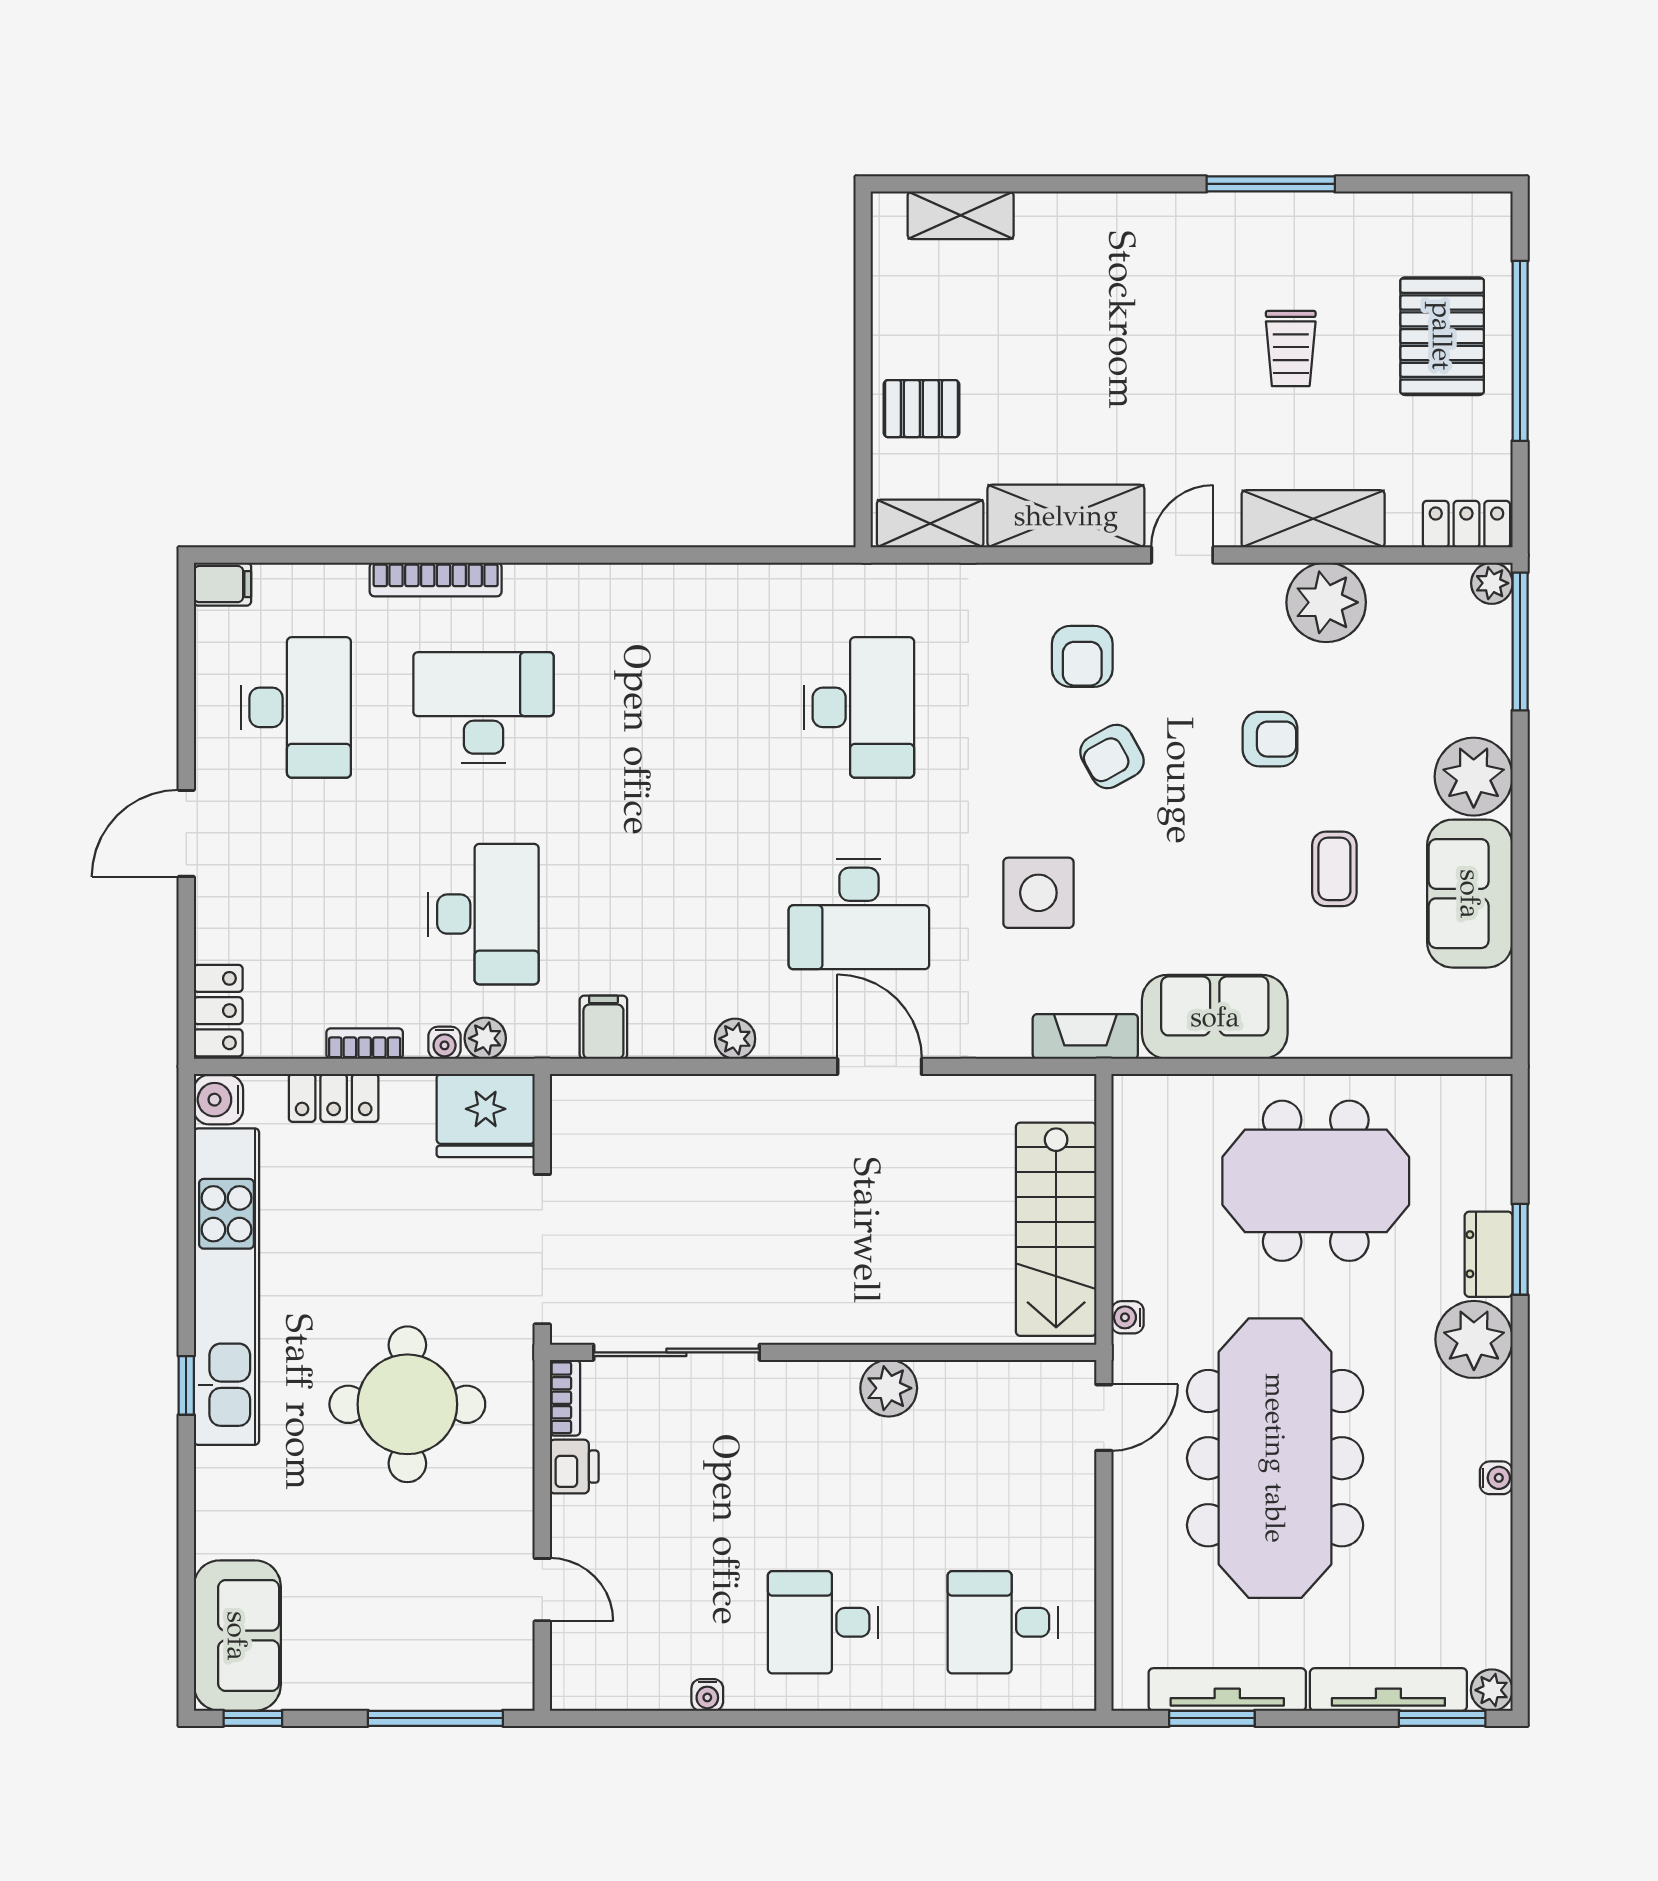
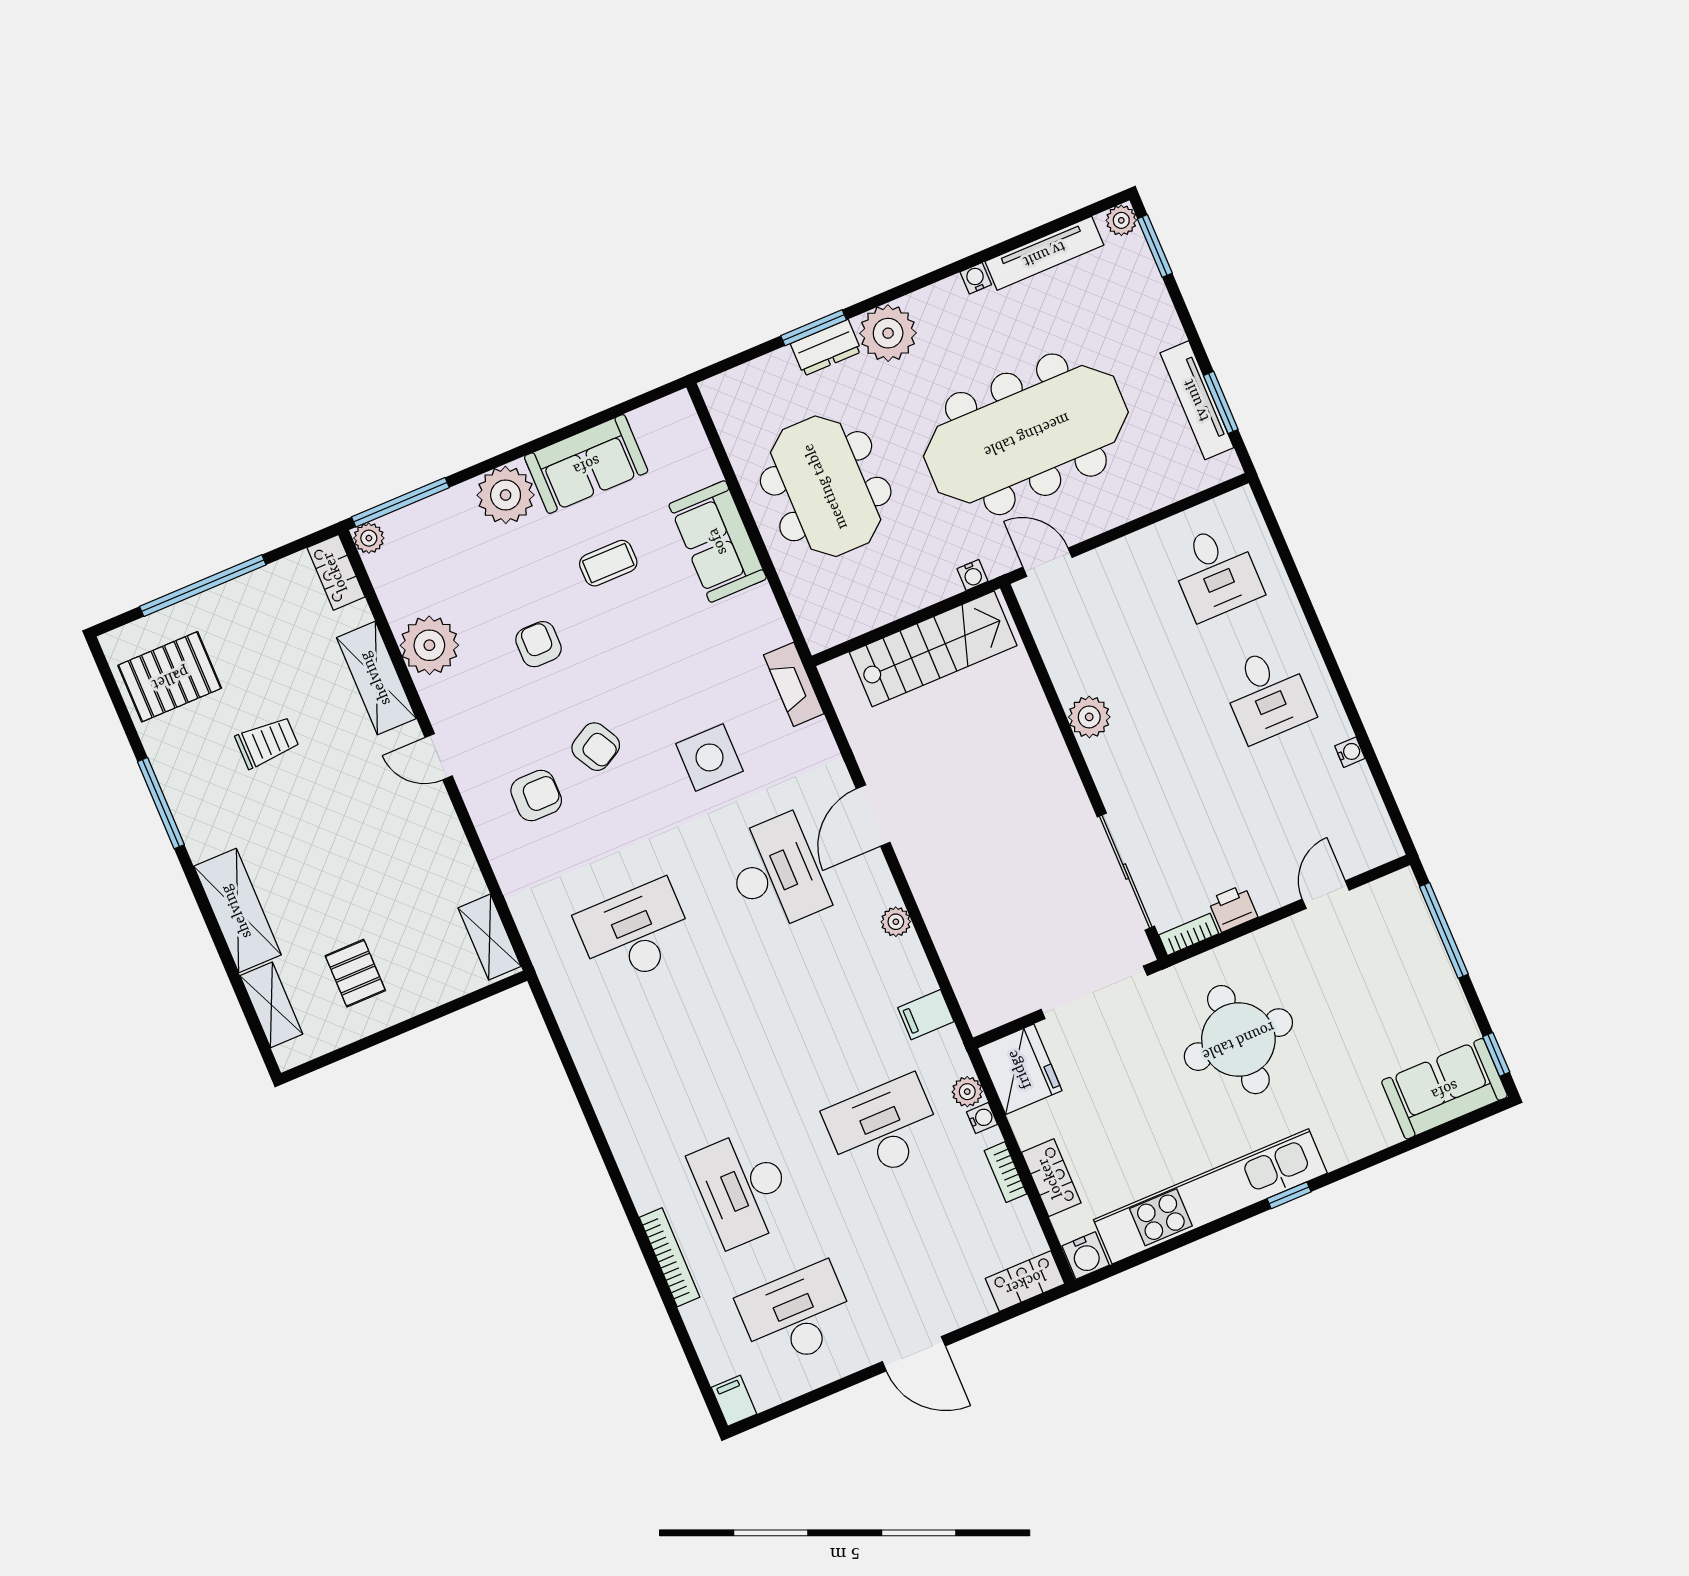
pallet: (1442, 336) -> (170, 677), moved
pallet: (921, 409) -> (355, 973), moved
shelving: (1066, 516) -> (237, 911), moved
sofa: (1215, 1017) -> (718, 541), moved
tv unit: (1388, 1690) -> (1044, 253), moved, turned -90

